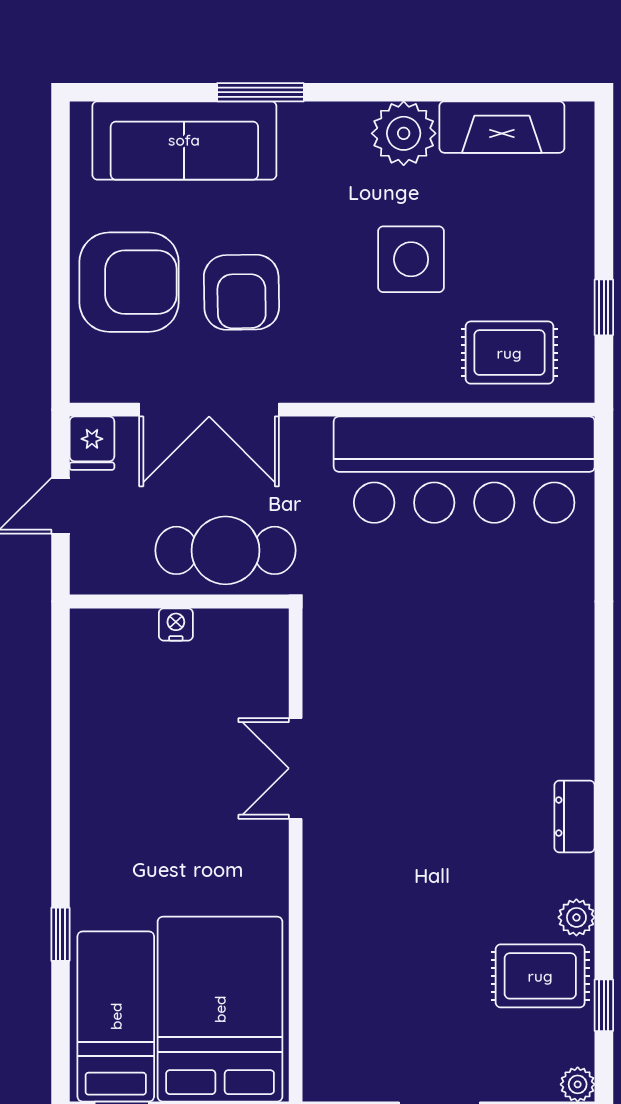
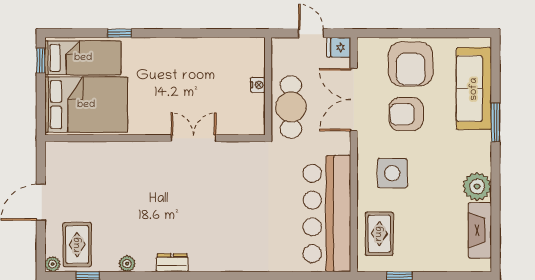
side table: (411, 259) -> (392, 173), moved
rug: (540, 976) -> (77, 245), moved

